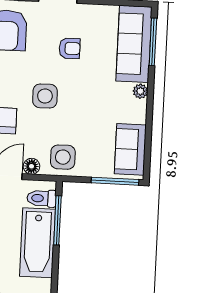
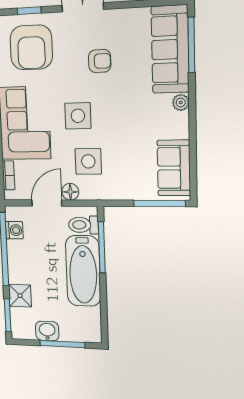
side table: (63, 157) -> (88, 161), moved

